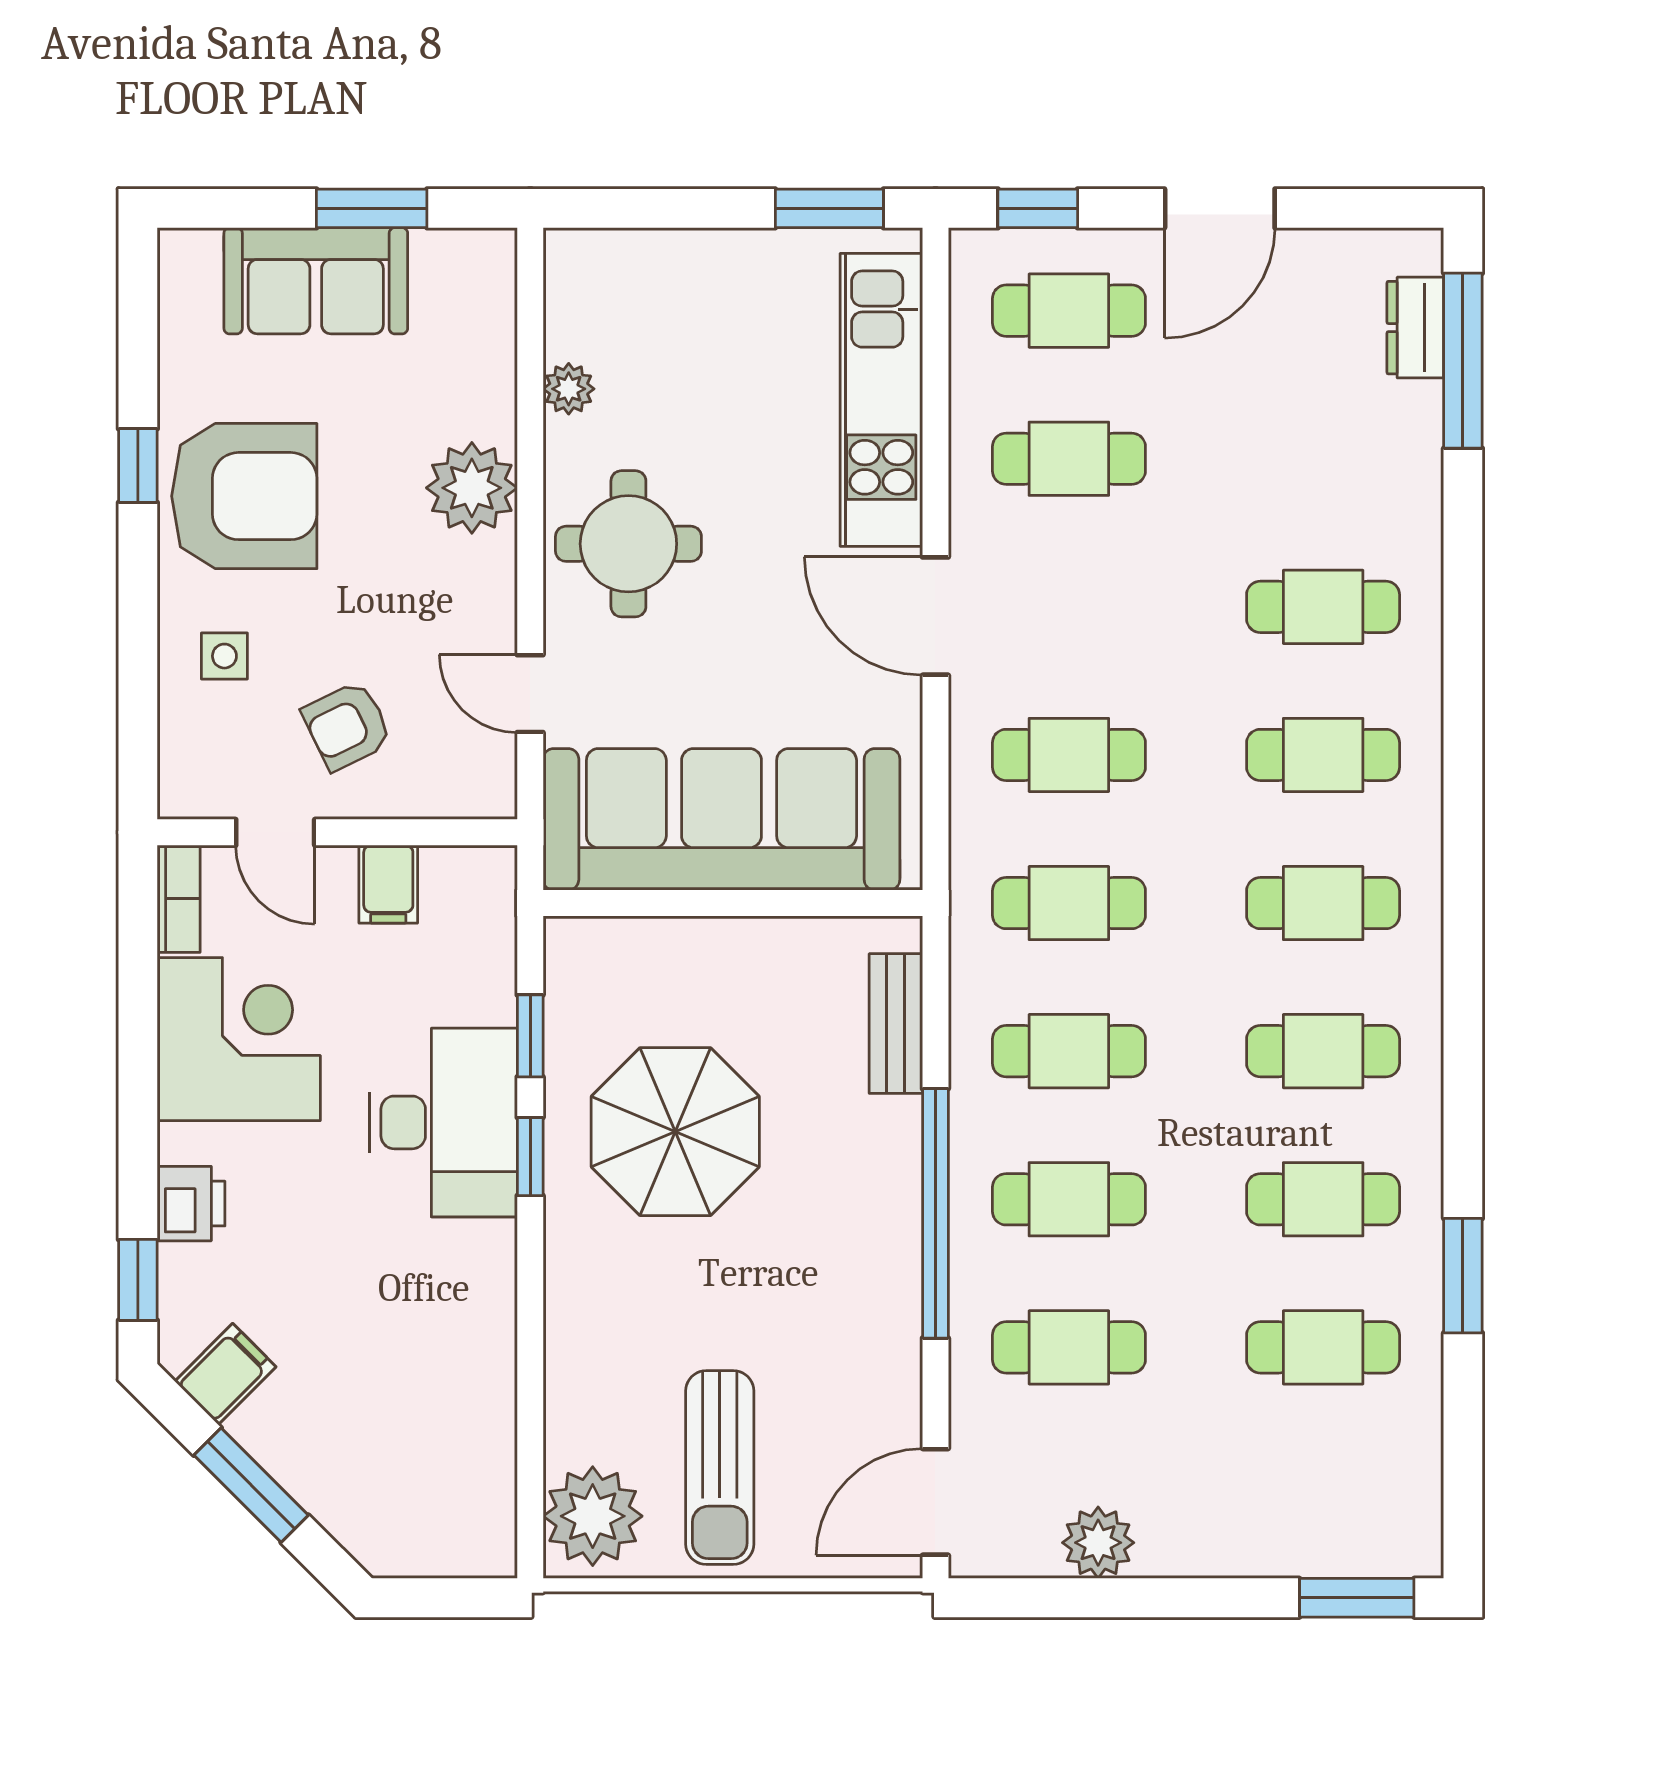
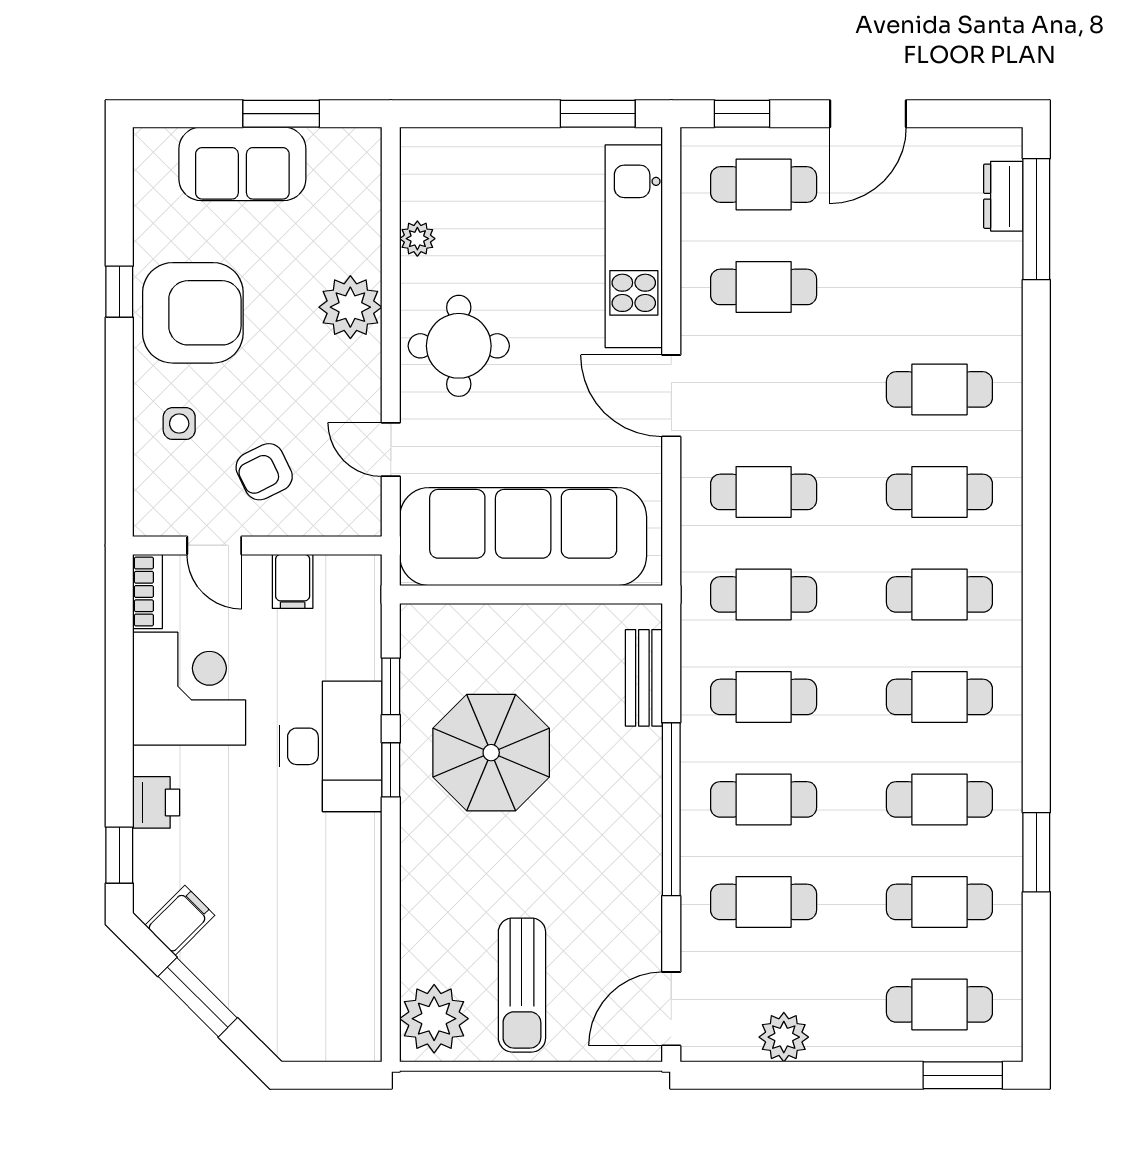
cafe table: (1323, 1495) -> (939, 1004), added

